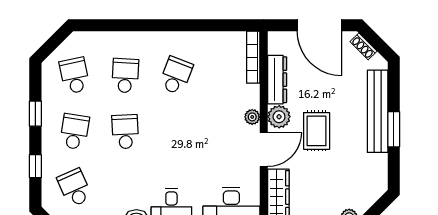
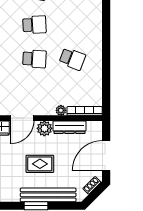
school desk: (125, 76) -> (34, 59), moved
plant: (252, 117) -> (61, 110), moved
rug: (317, 131) -> (40, 164), moved
door: (264, 149) -> (22, 118), hinge flipped

